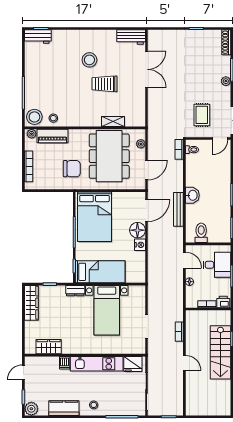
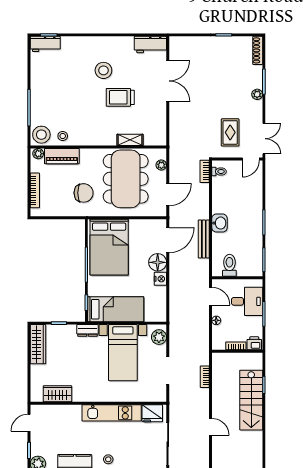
plant: (139, 296) -> (159, 337), added
dishwasher: (65, 363) -> (75, 412), removed
door: (184, 363) -> (210, 427), moved

